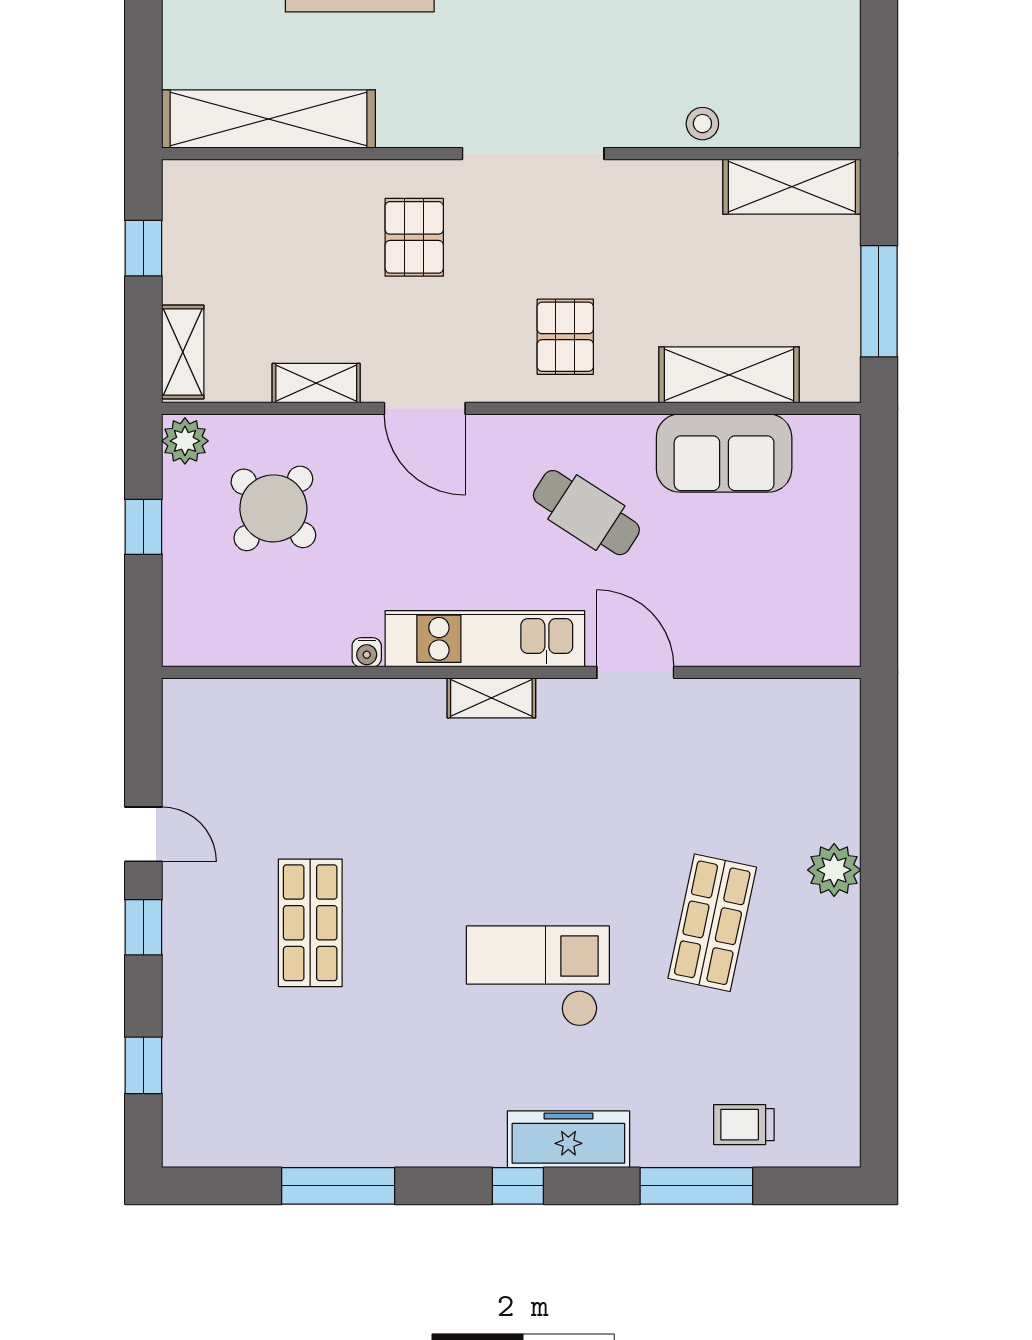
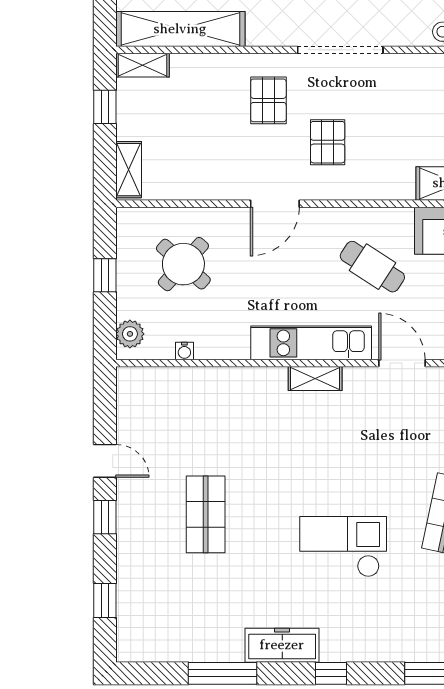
pallet: (565, 337) -> (328, 142), moved
shelving: (316, 383) -> (142, 65), moved
door: (425, 408) -> (275, 204), hinge flipped
plant: (185, 441) -> (130, 334), moved
water cooler: (367, 652) -> (184, 351), moved
freezer: (568, 1139) -> (282, 645), moved

